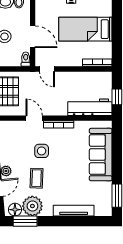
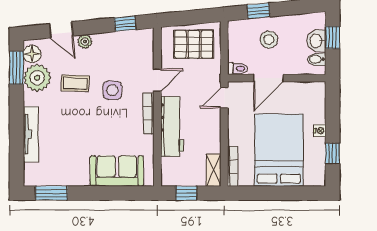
bed: (85, 29) -> (279, 150), width x1.50
shelving: (100, 77) -> (214, 170), added
workbench: (90, 107) -> (172, 126), moved
sofa: (101, 155) -> (117, 171), width x0.73

